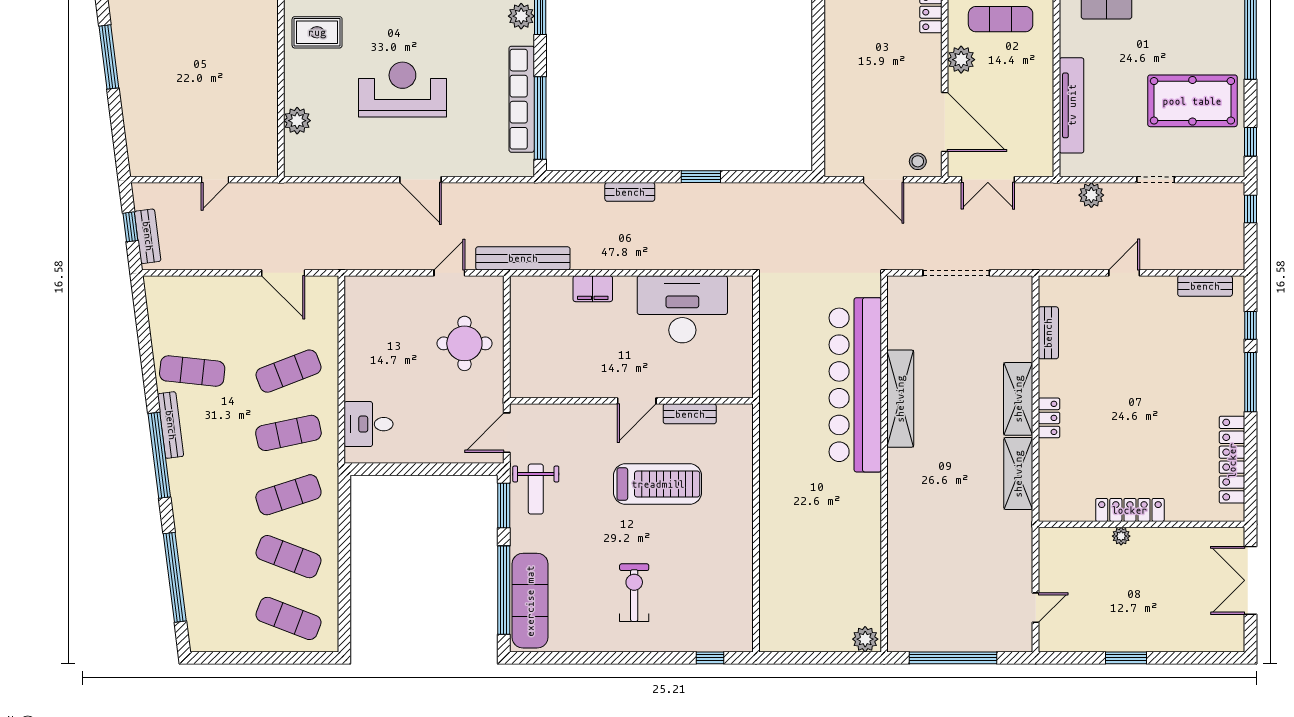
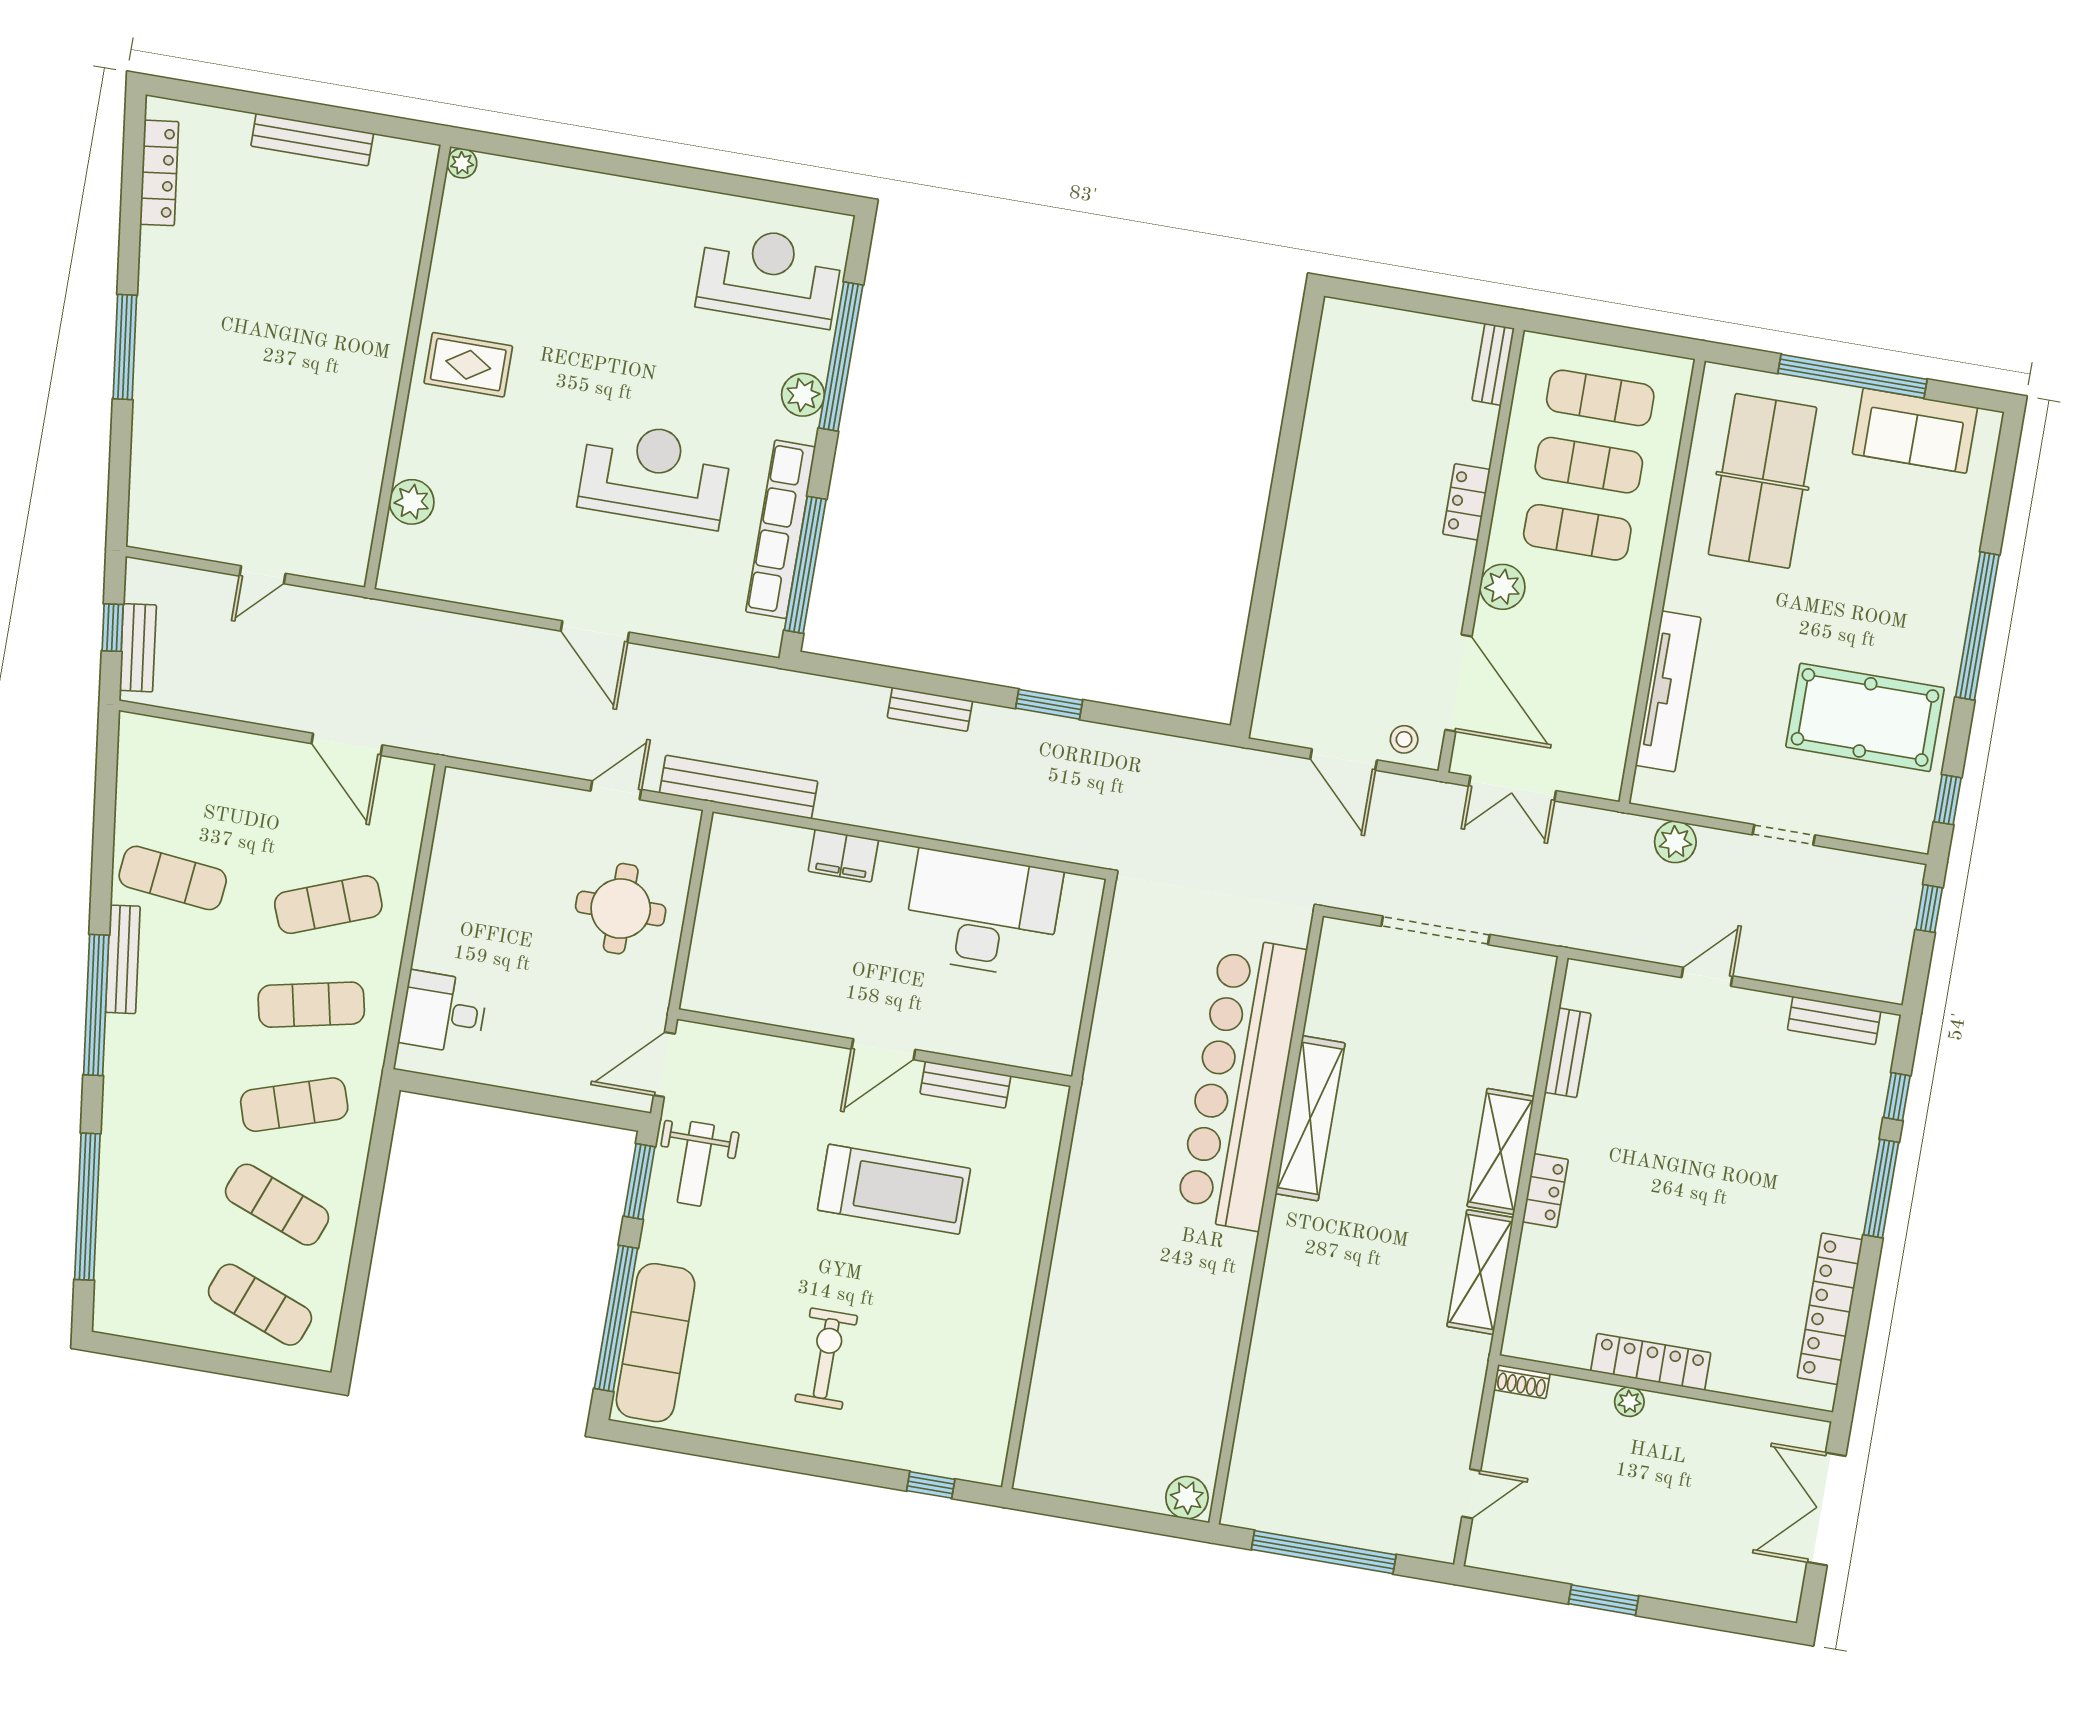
reception desk: (402, 90) -> (655, 474), moved
shoe rack: (1054, 535) -> (1522, 1382), added

